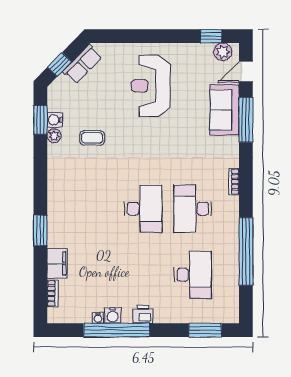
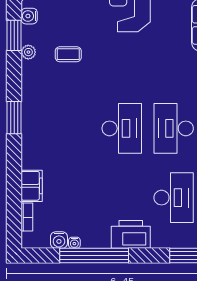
water cooler: (55, 120) -> (29, 16), moved
window: (40, 230) -> (14, 118), moved
printer: (143, 314) -> (131, 234), width x1.87, depth x1.48
water cooler: (113, 315) -> (59, 240), moved

